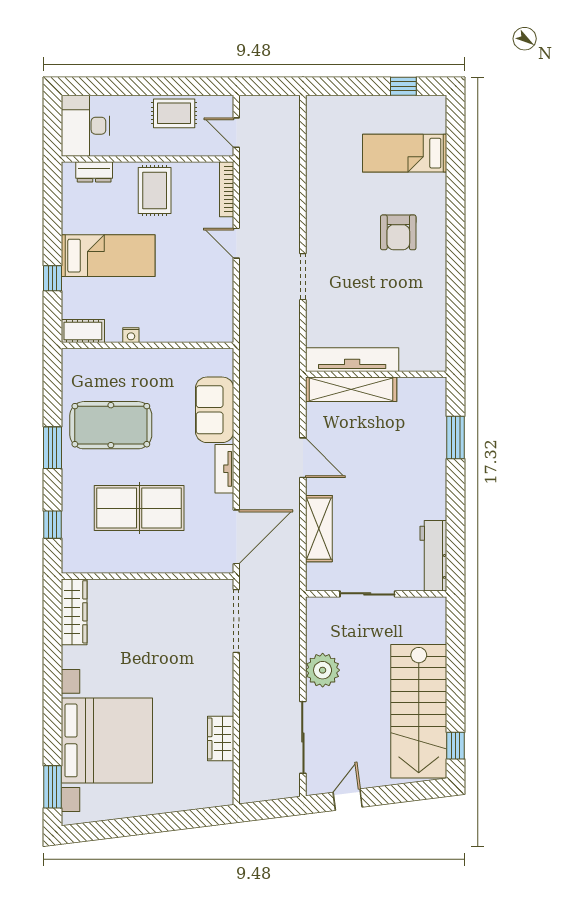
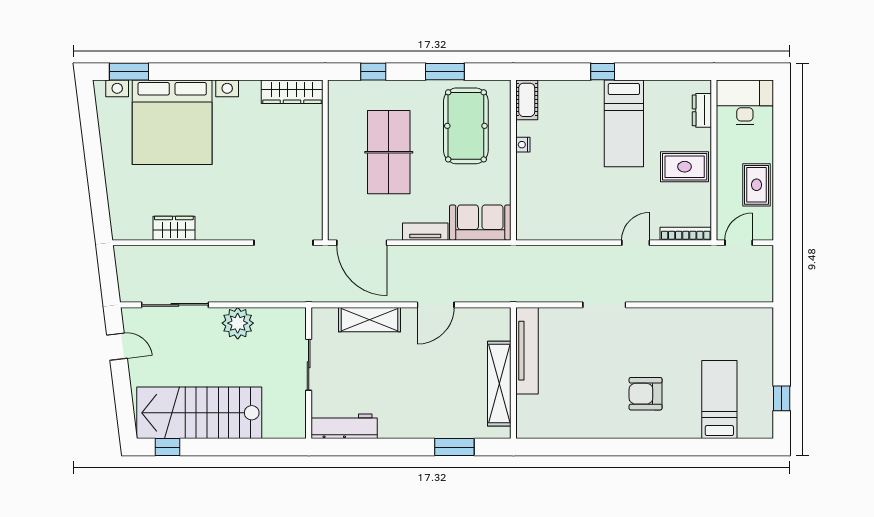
cot: (83, 331) -> (527, 100), moved
nightstand: (131, 335) -> (523, 145), moved
wall: (148, 345) -> (513, 160), moved
shelving: (351, 389) -> (499, 384), moved

